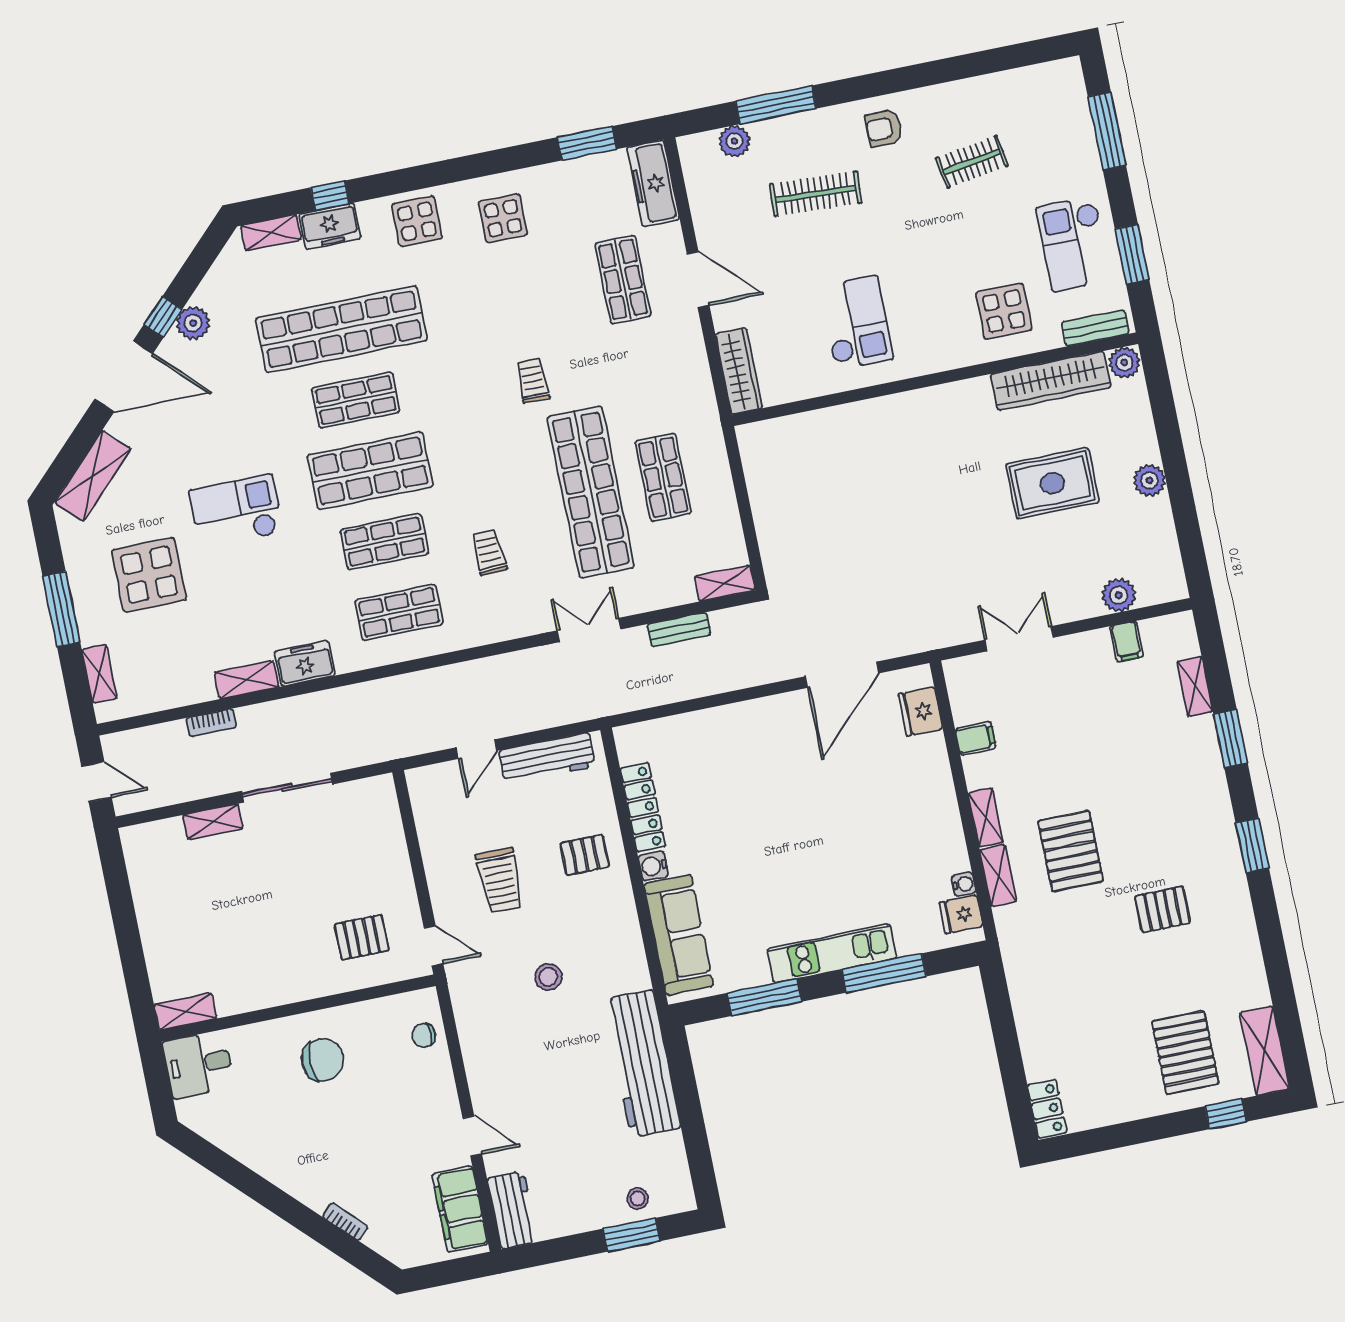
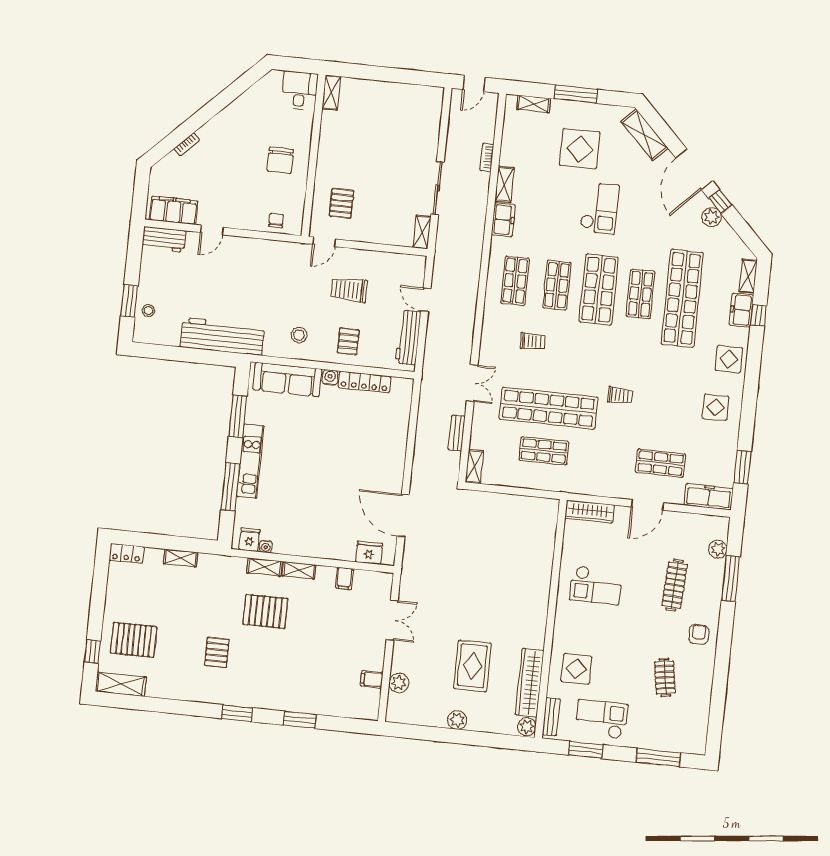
shelving: (1195, 686) -> (181, 558), moved
shelving: (213, 822) -> (422, 232), moved
stool: (548, 977) -> (299, 335), moved

